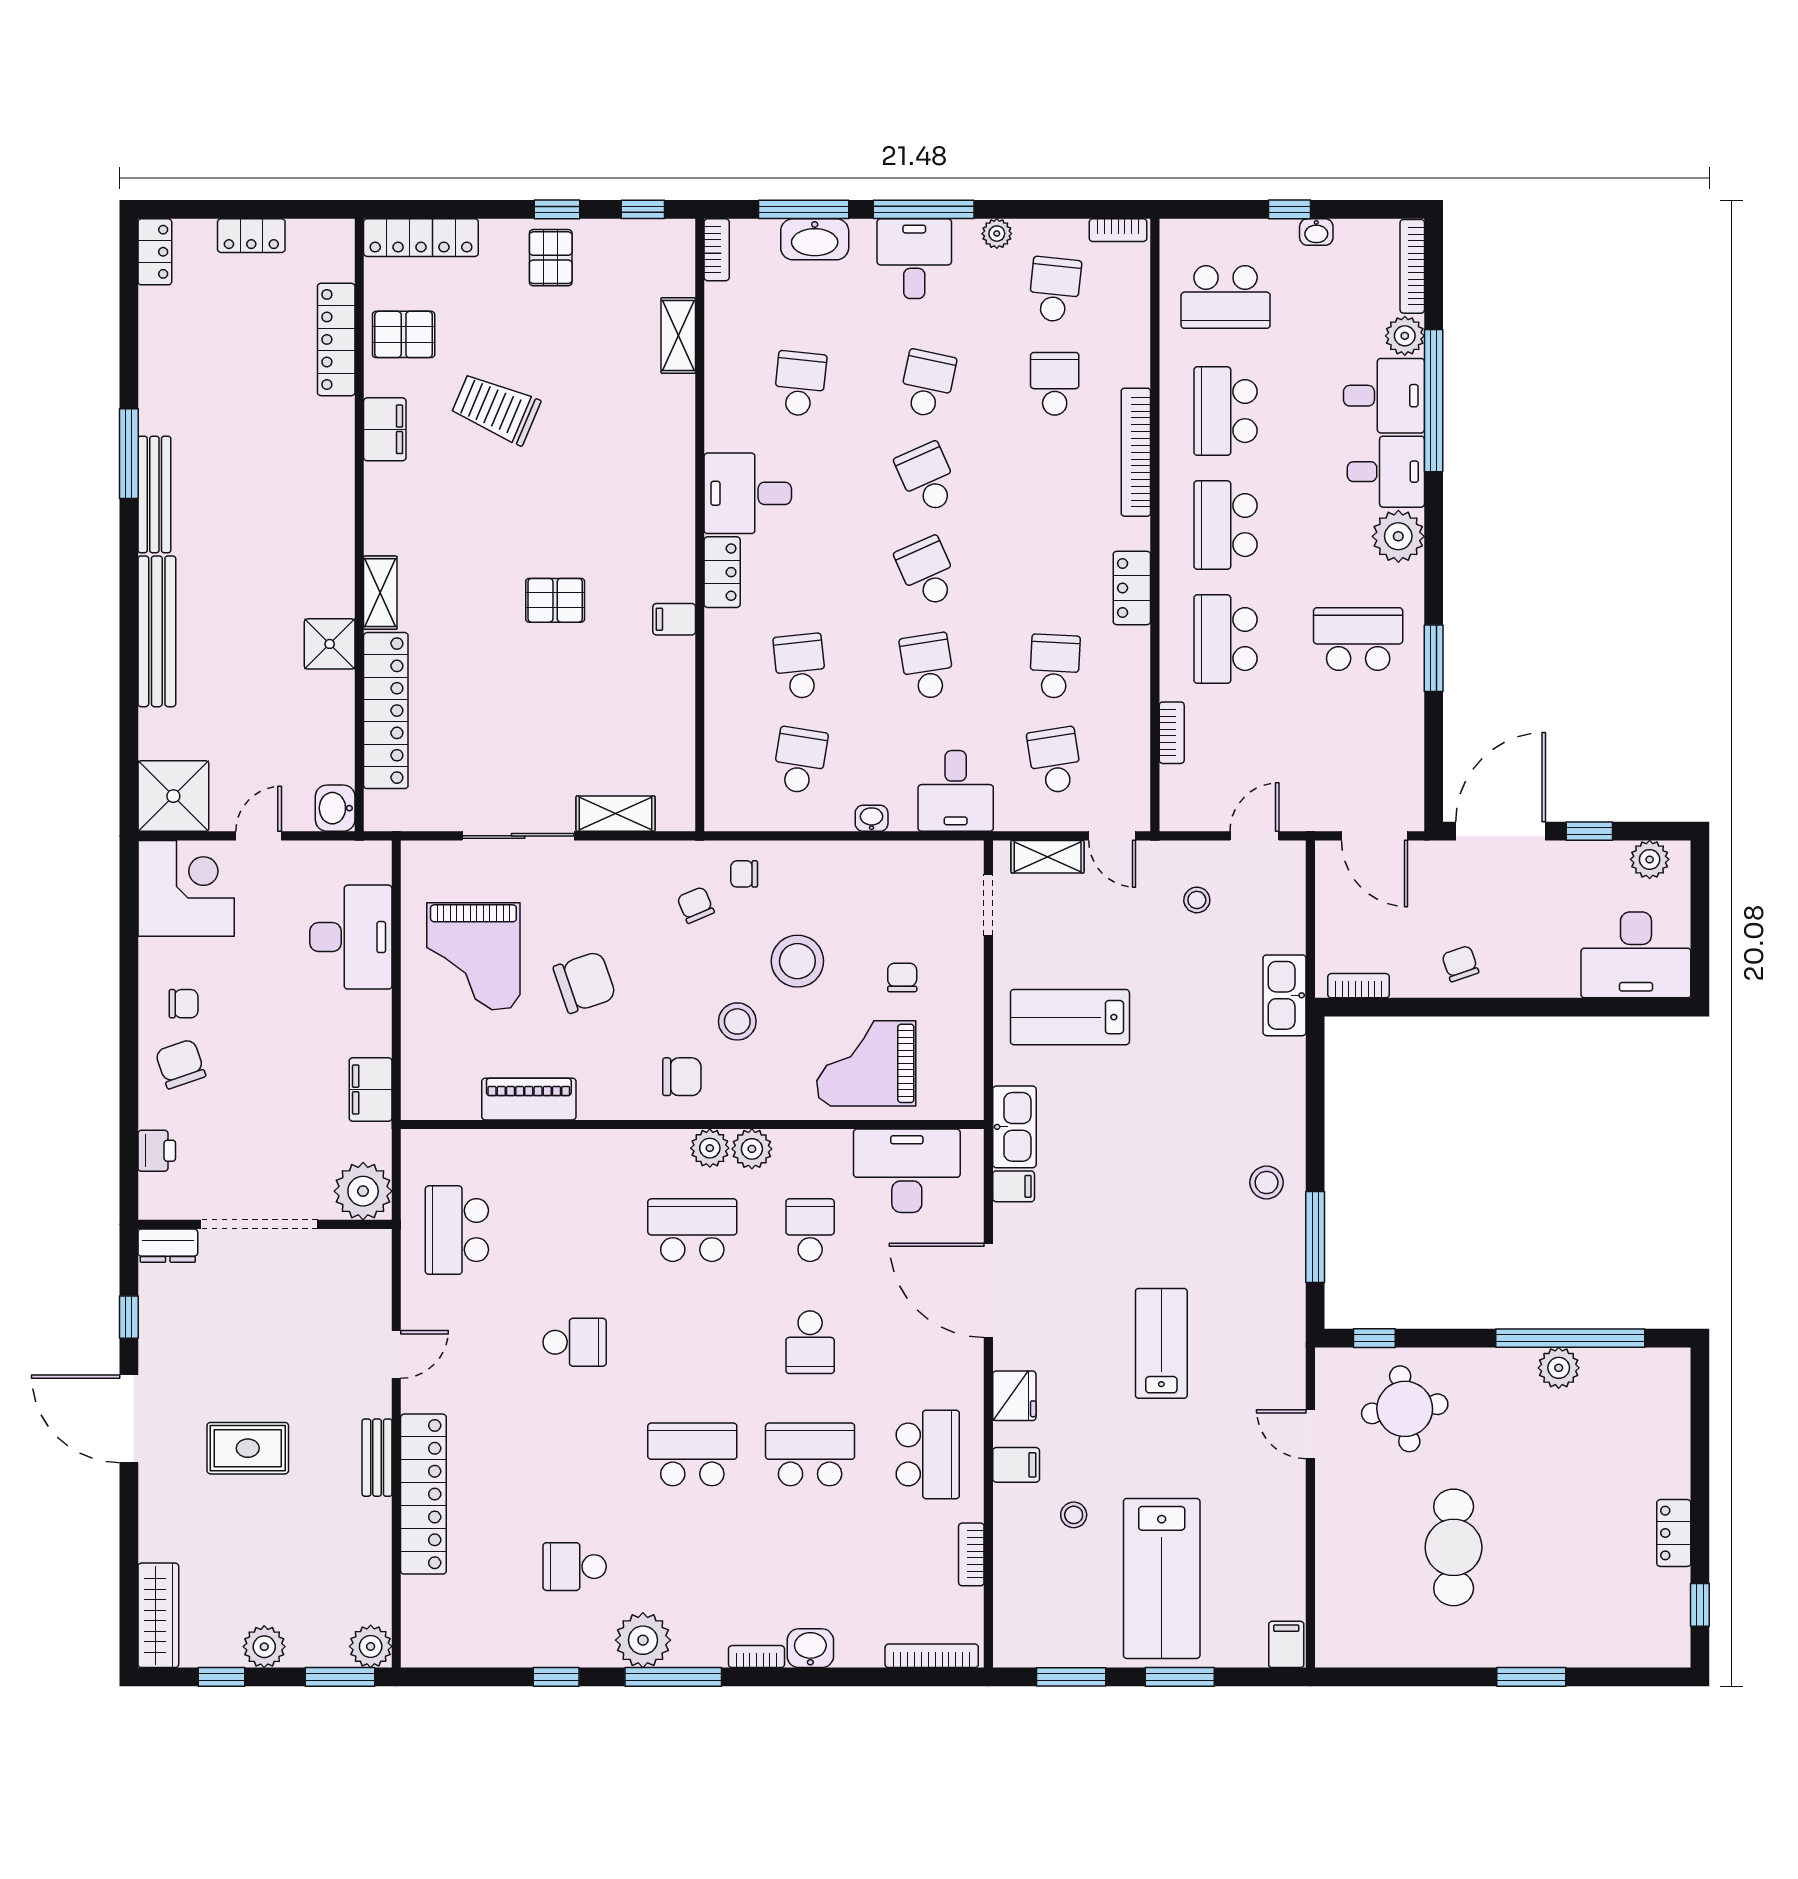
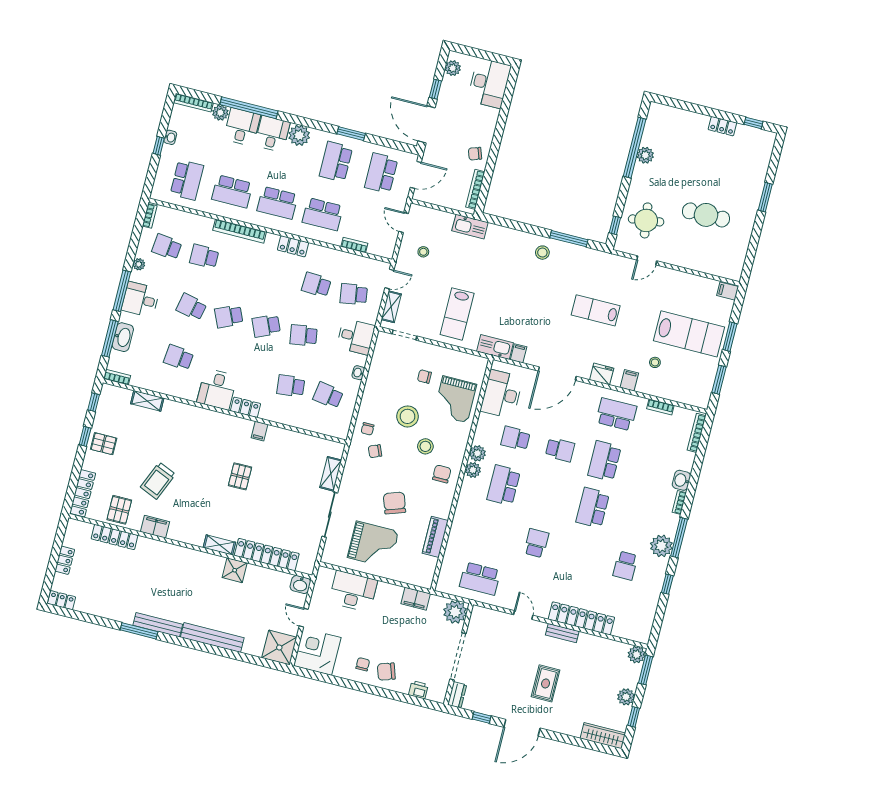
school desk: (1358, 753) -> (381, 173), added
bookcase: (1359, 986) -> (475, 189), width x1.56

